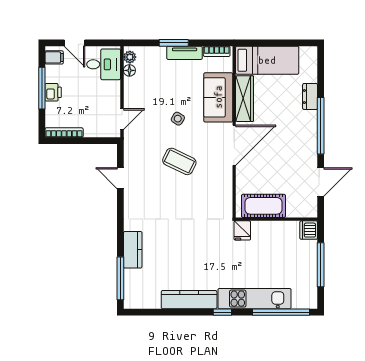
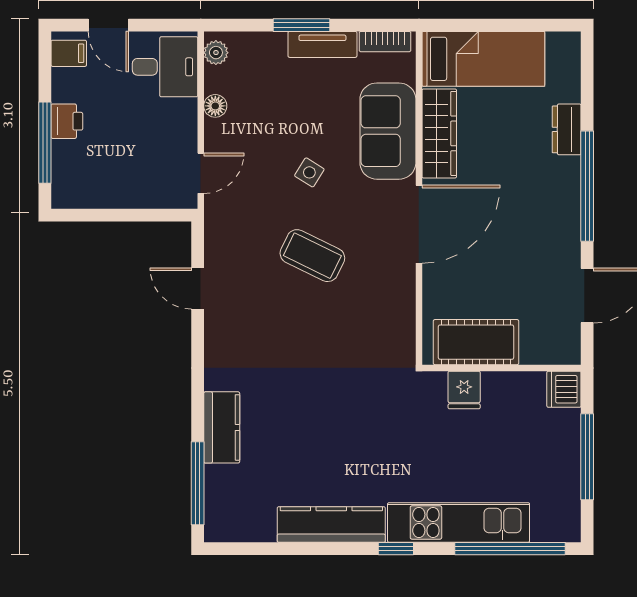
floor lamp: (129, 70) -> (215, 106), moved
window: (42, 88) -> (45, 143), moved
bookcase: (64, 133) -> (88, 199), removed
fridge: (242, 230) -> (464, 390), moved

